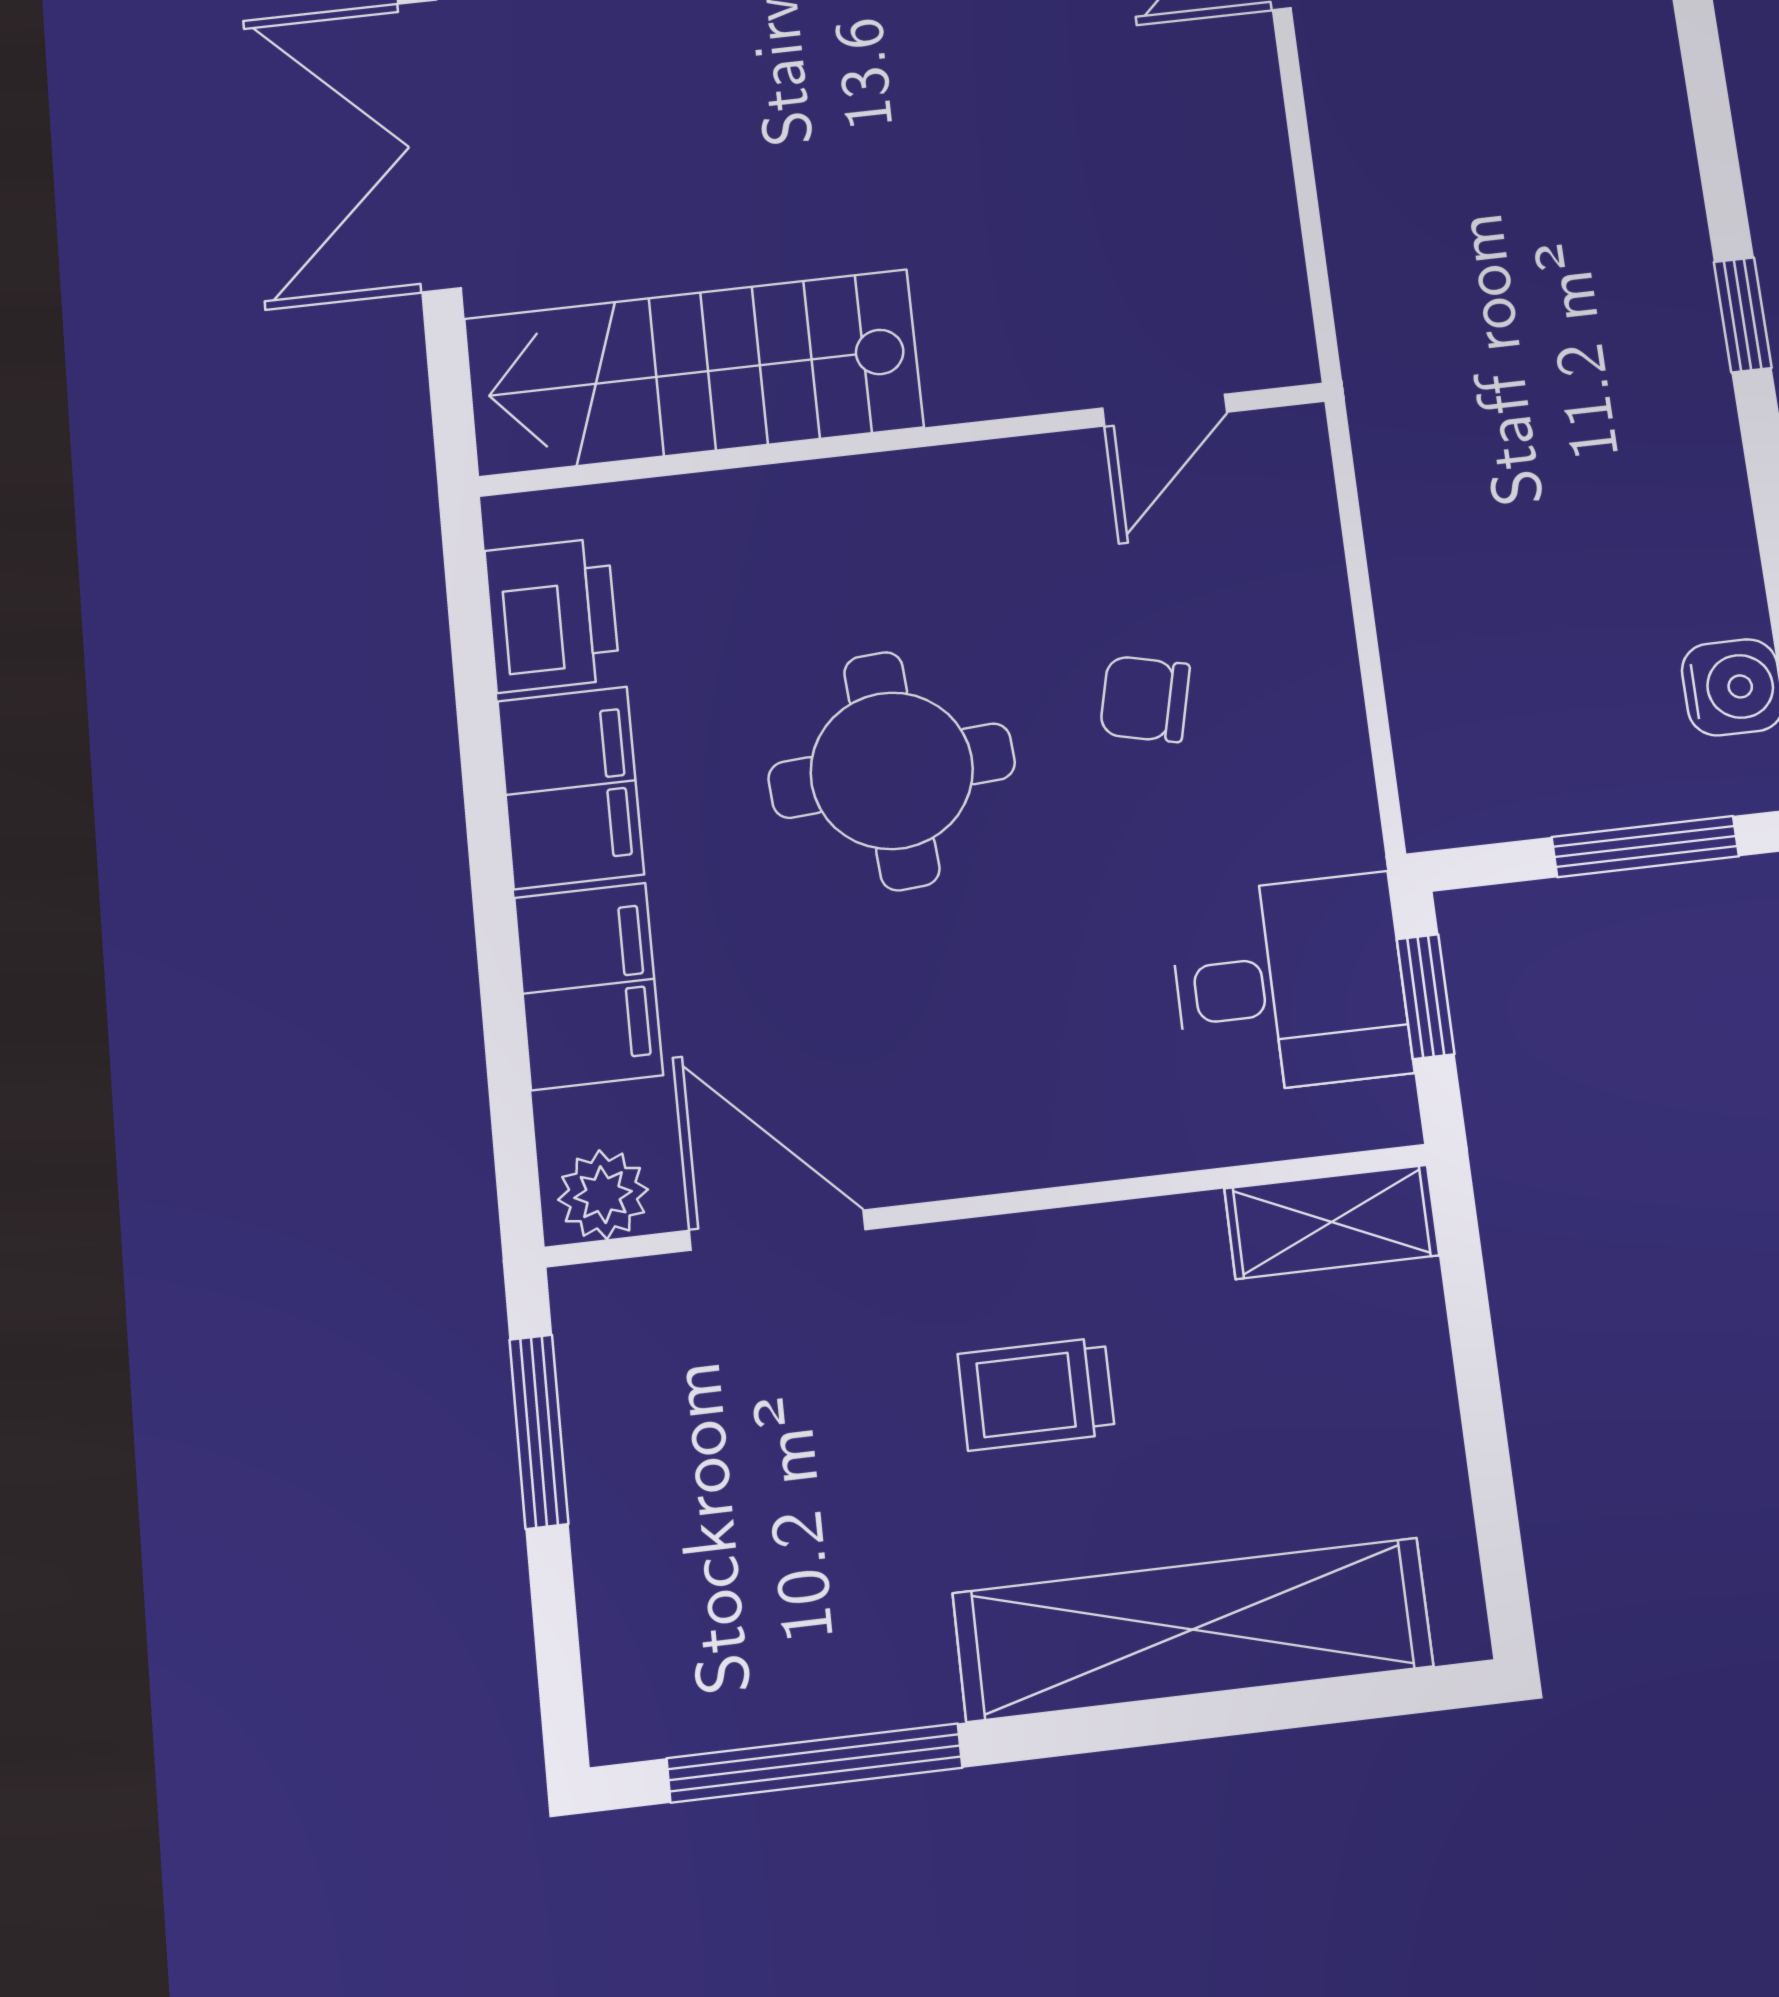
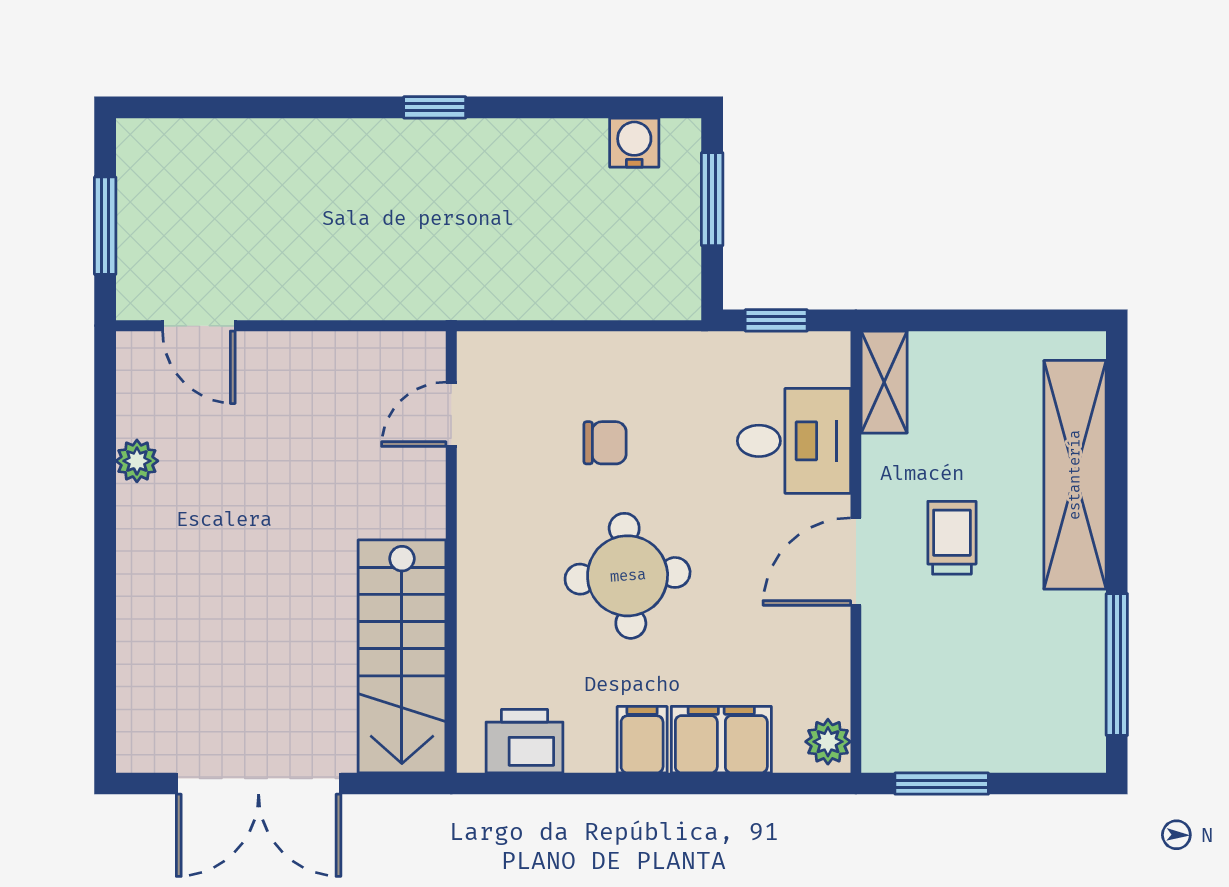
door: (1165, 410) -> (451, 414), swing flipped
chair: (1145, 699) -> (605, 443), turned -103
filing cabinet: (571, 788) -> (642, 740), width x0.50
desk: (1290, 984) -> (794, 441), moved, turned 90
door: (777, 1230) -> (856, 562), moved
trolley: (1036, 1394) -> (952, 538), turned 180

